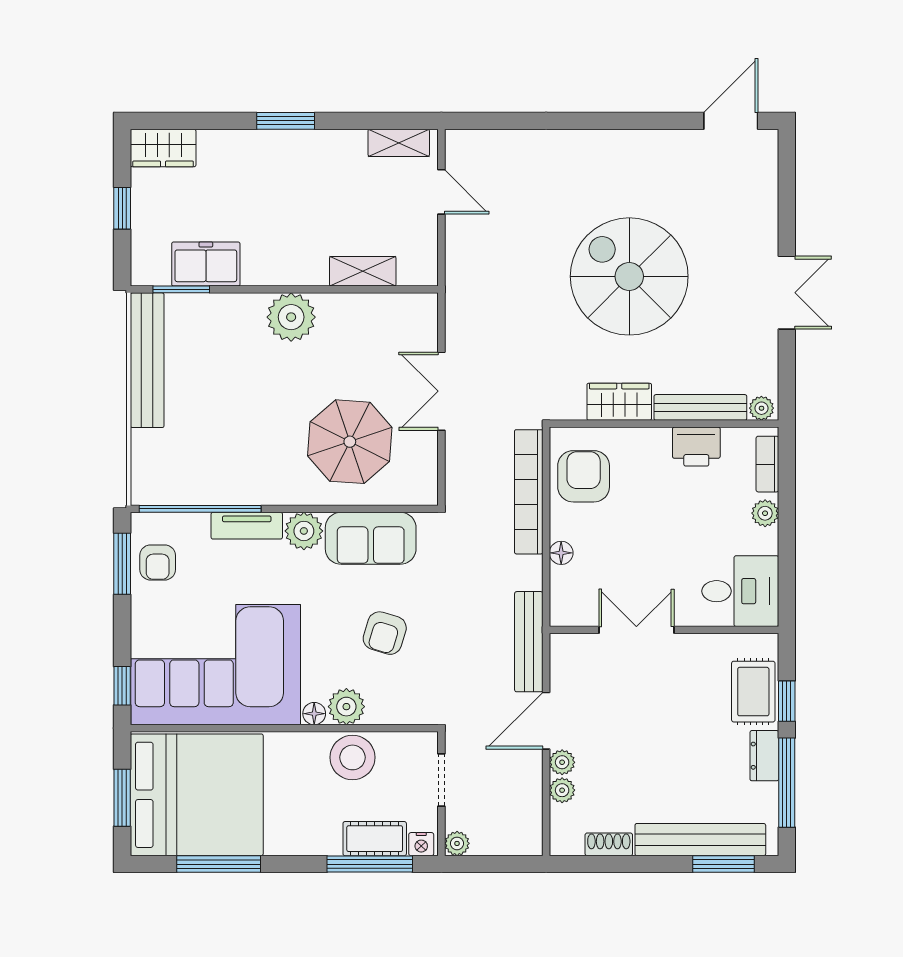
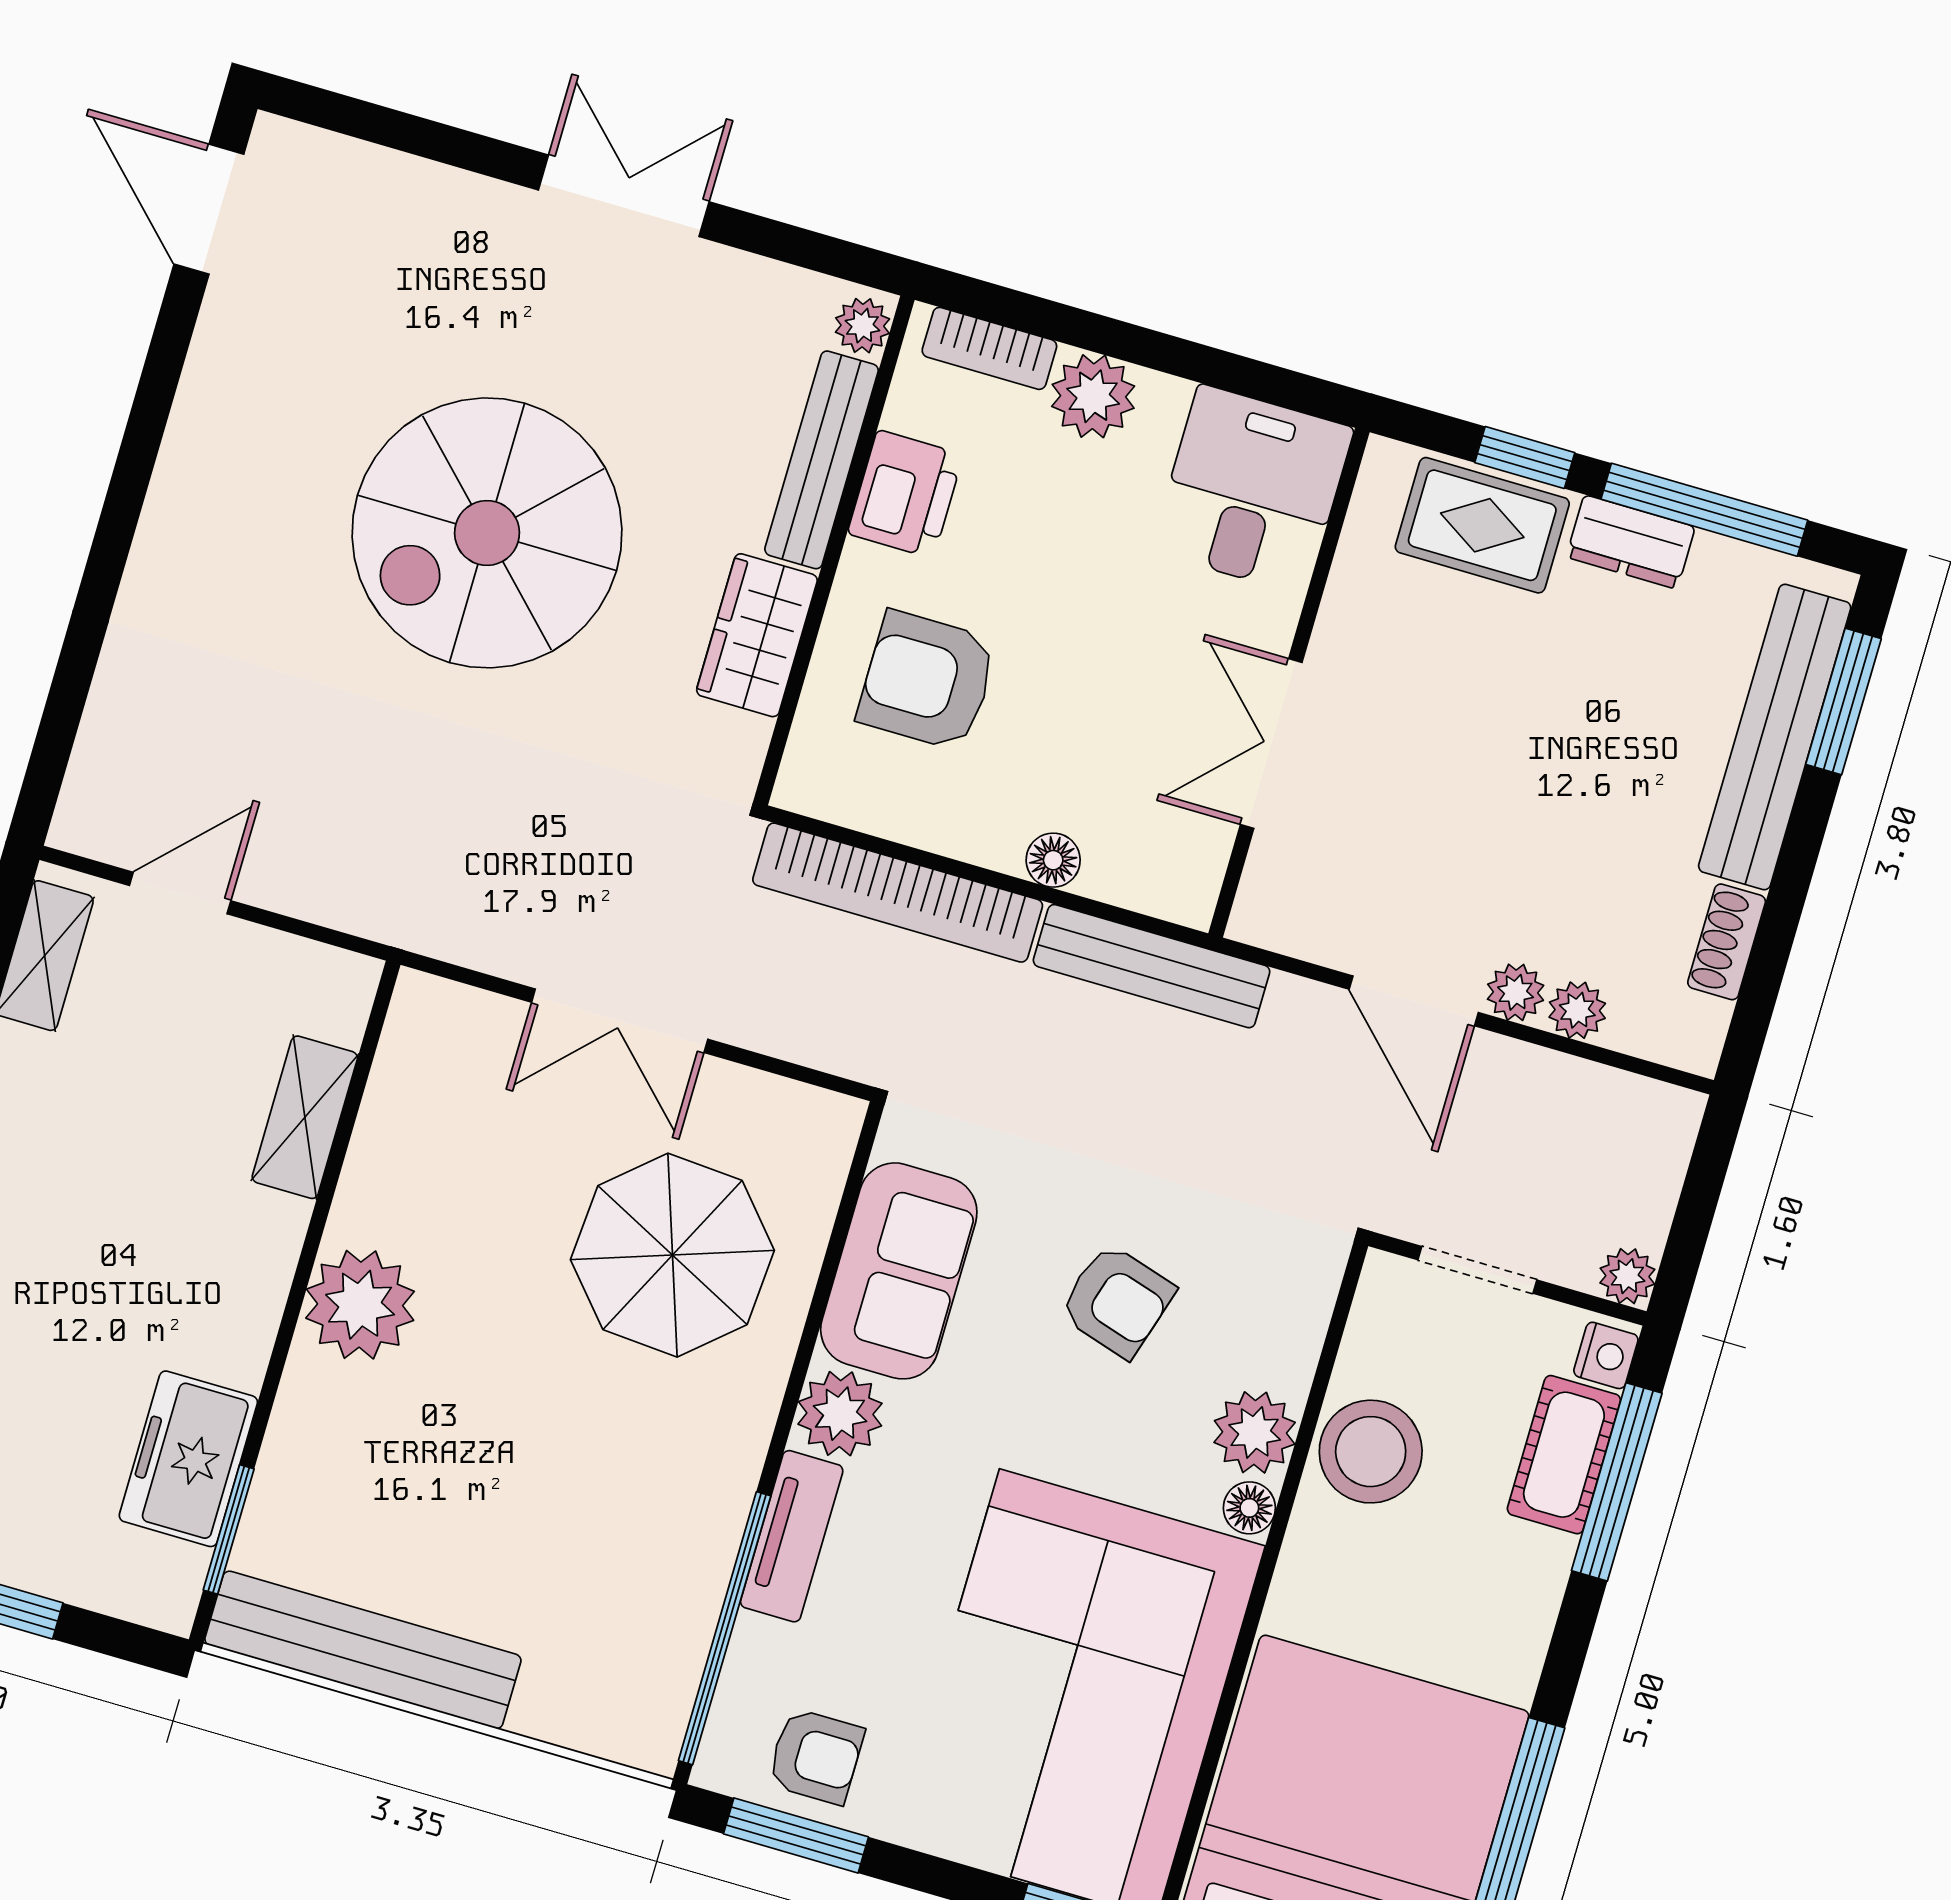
armchair: (584, 476) -> (927, 681), moved
plant: (765, 513) -> (1093, 396), width x1.38, depth x1.38
bench: (529, 642) -> (1152, 966), moved

